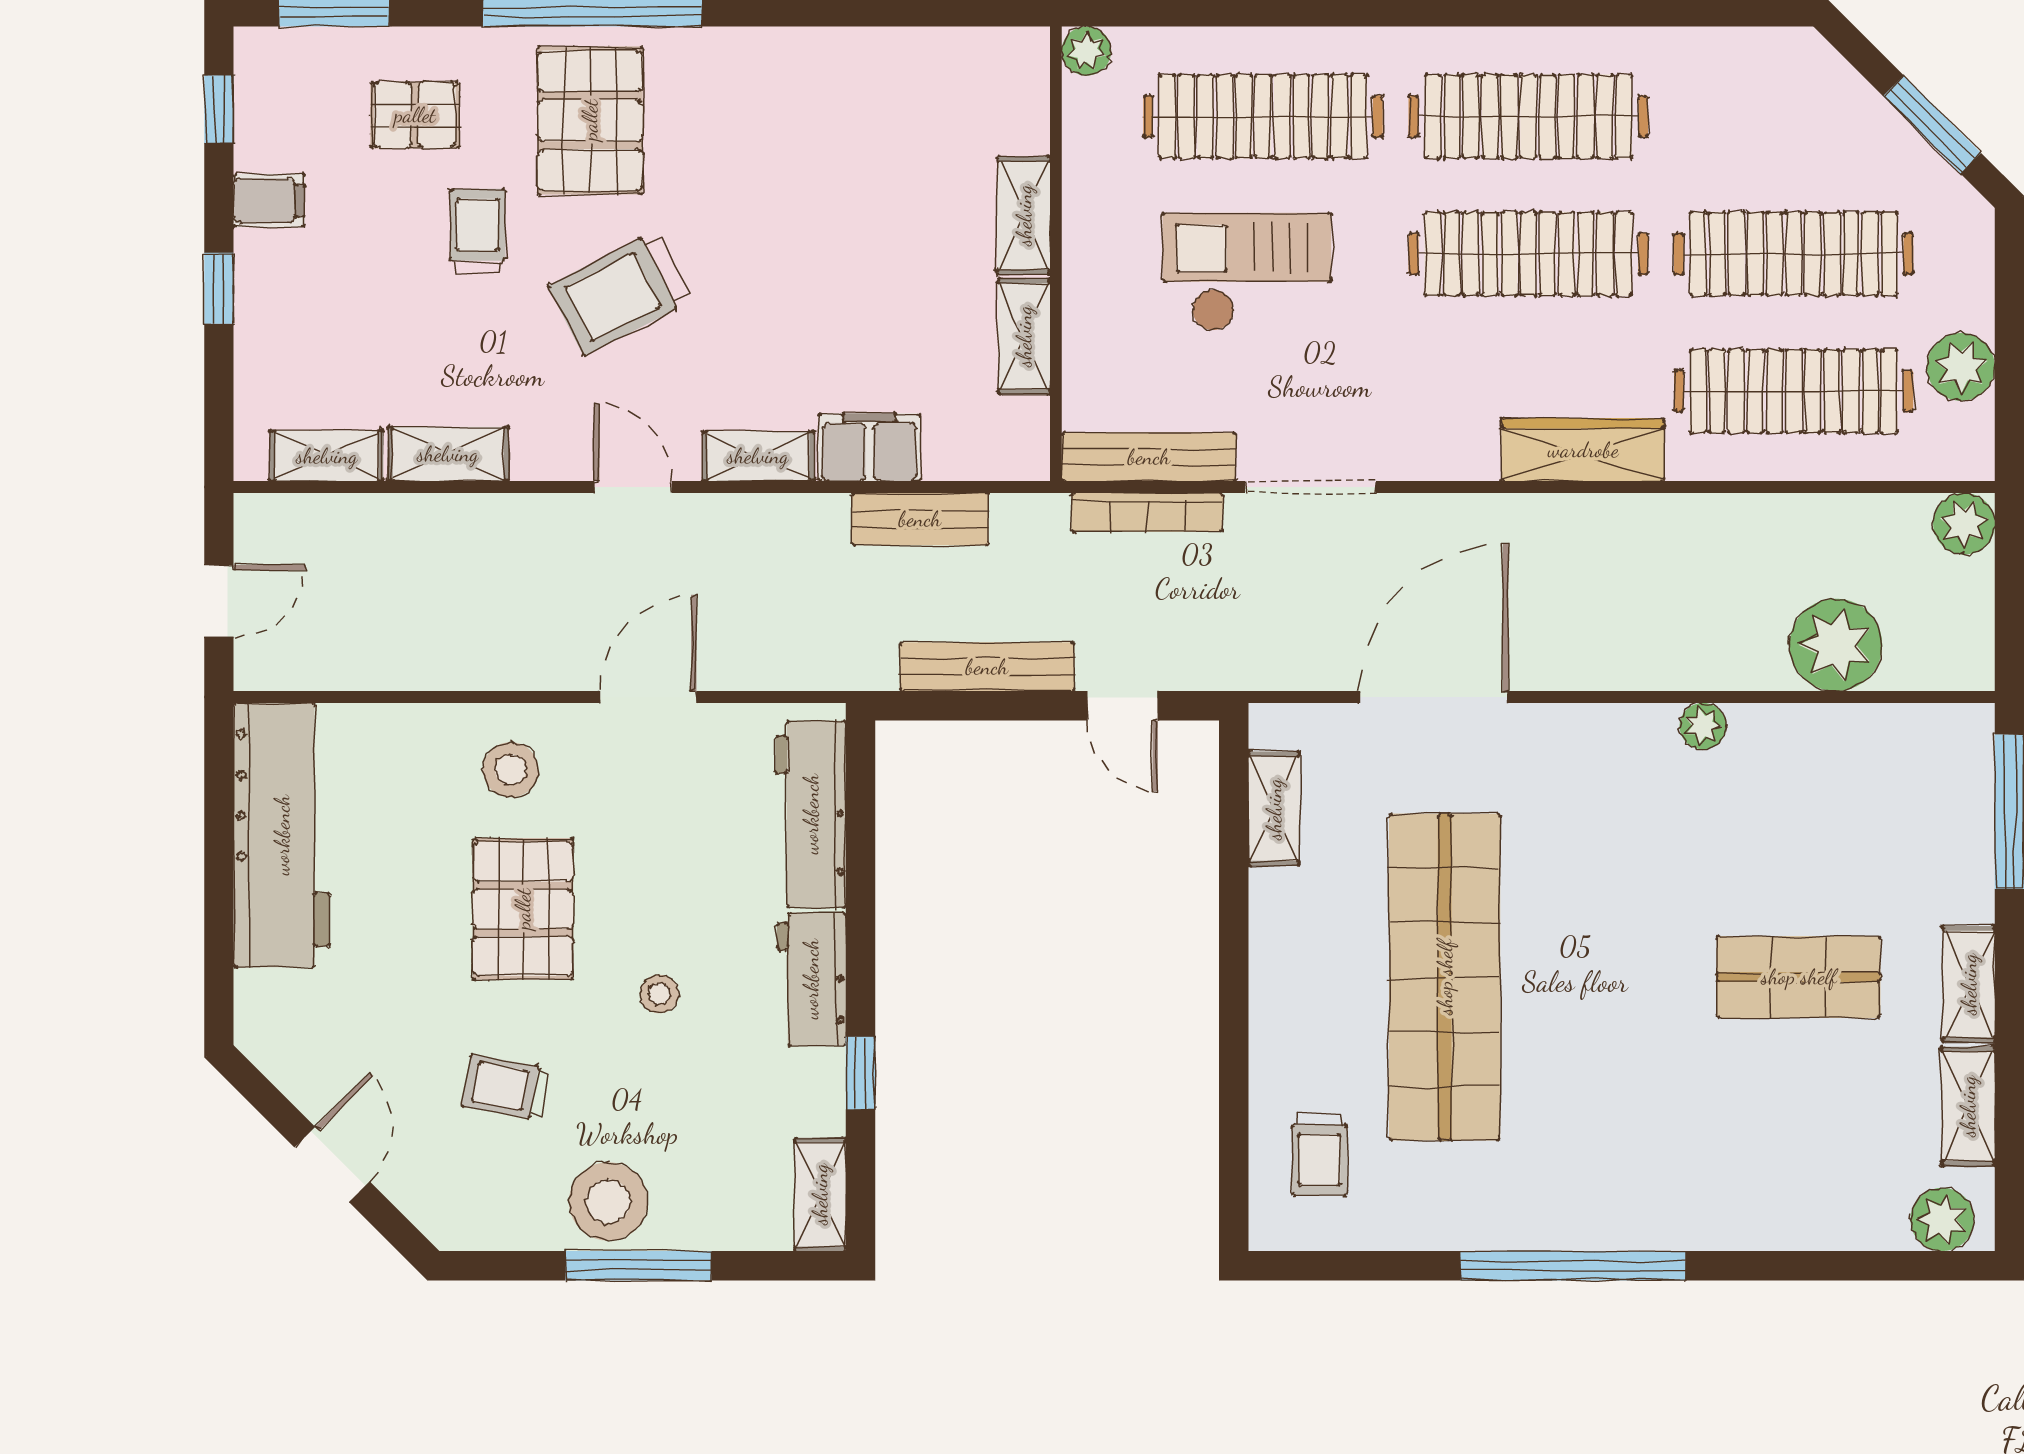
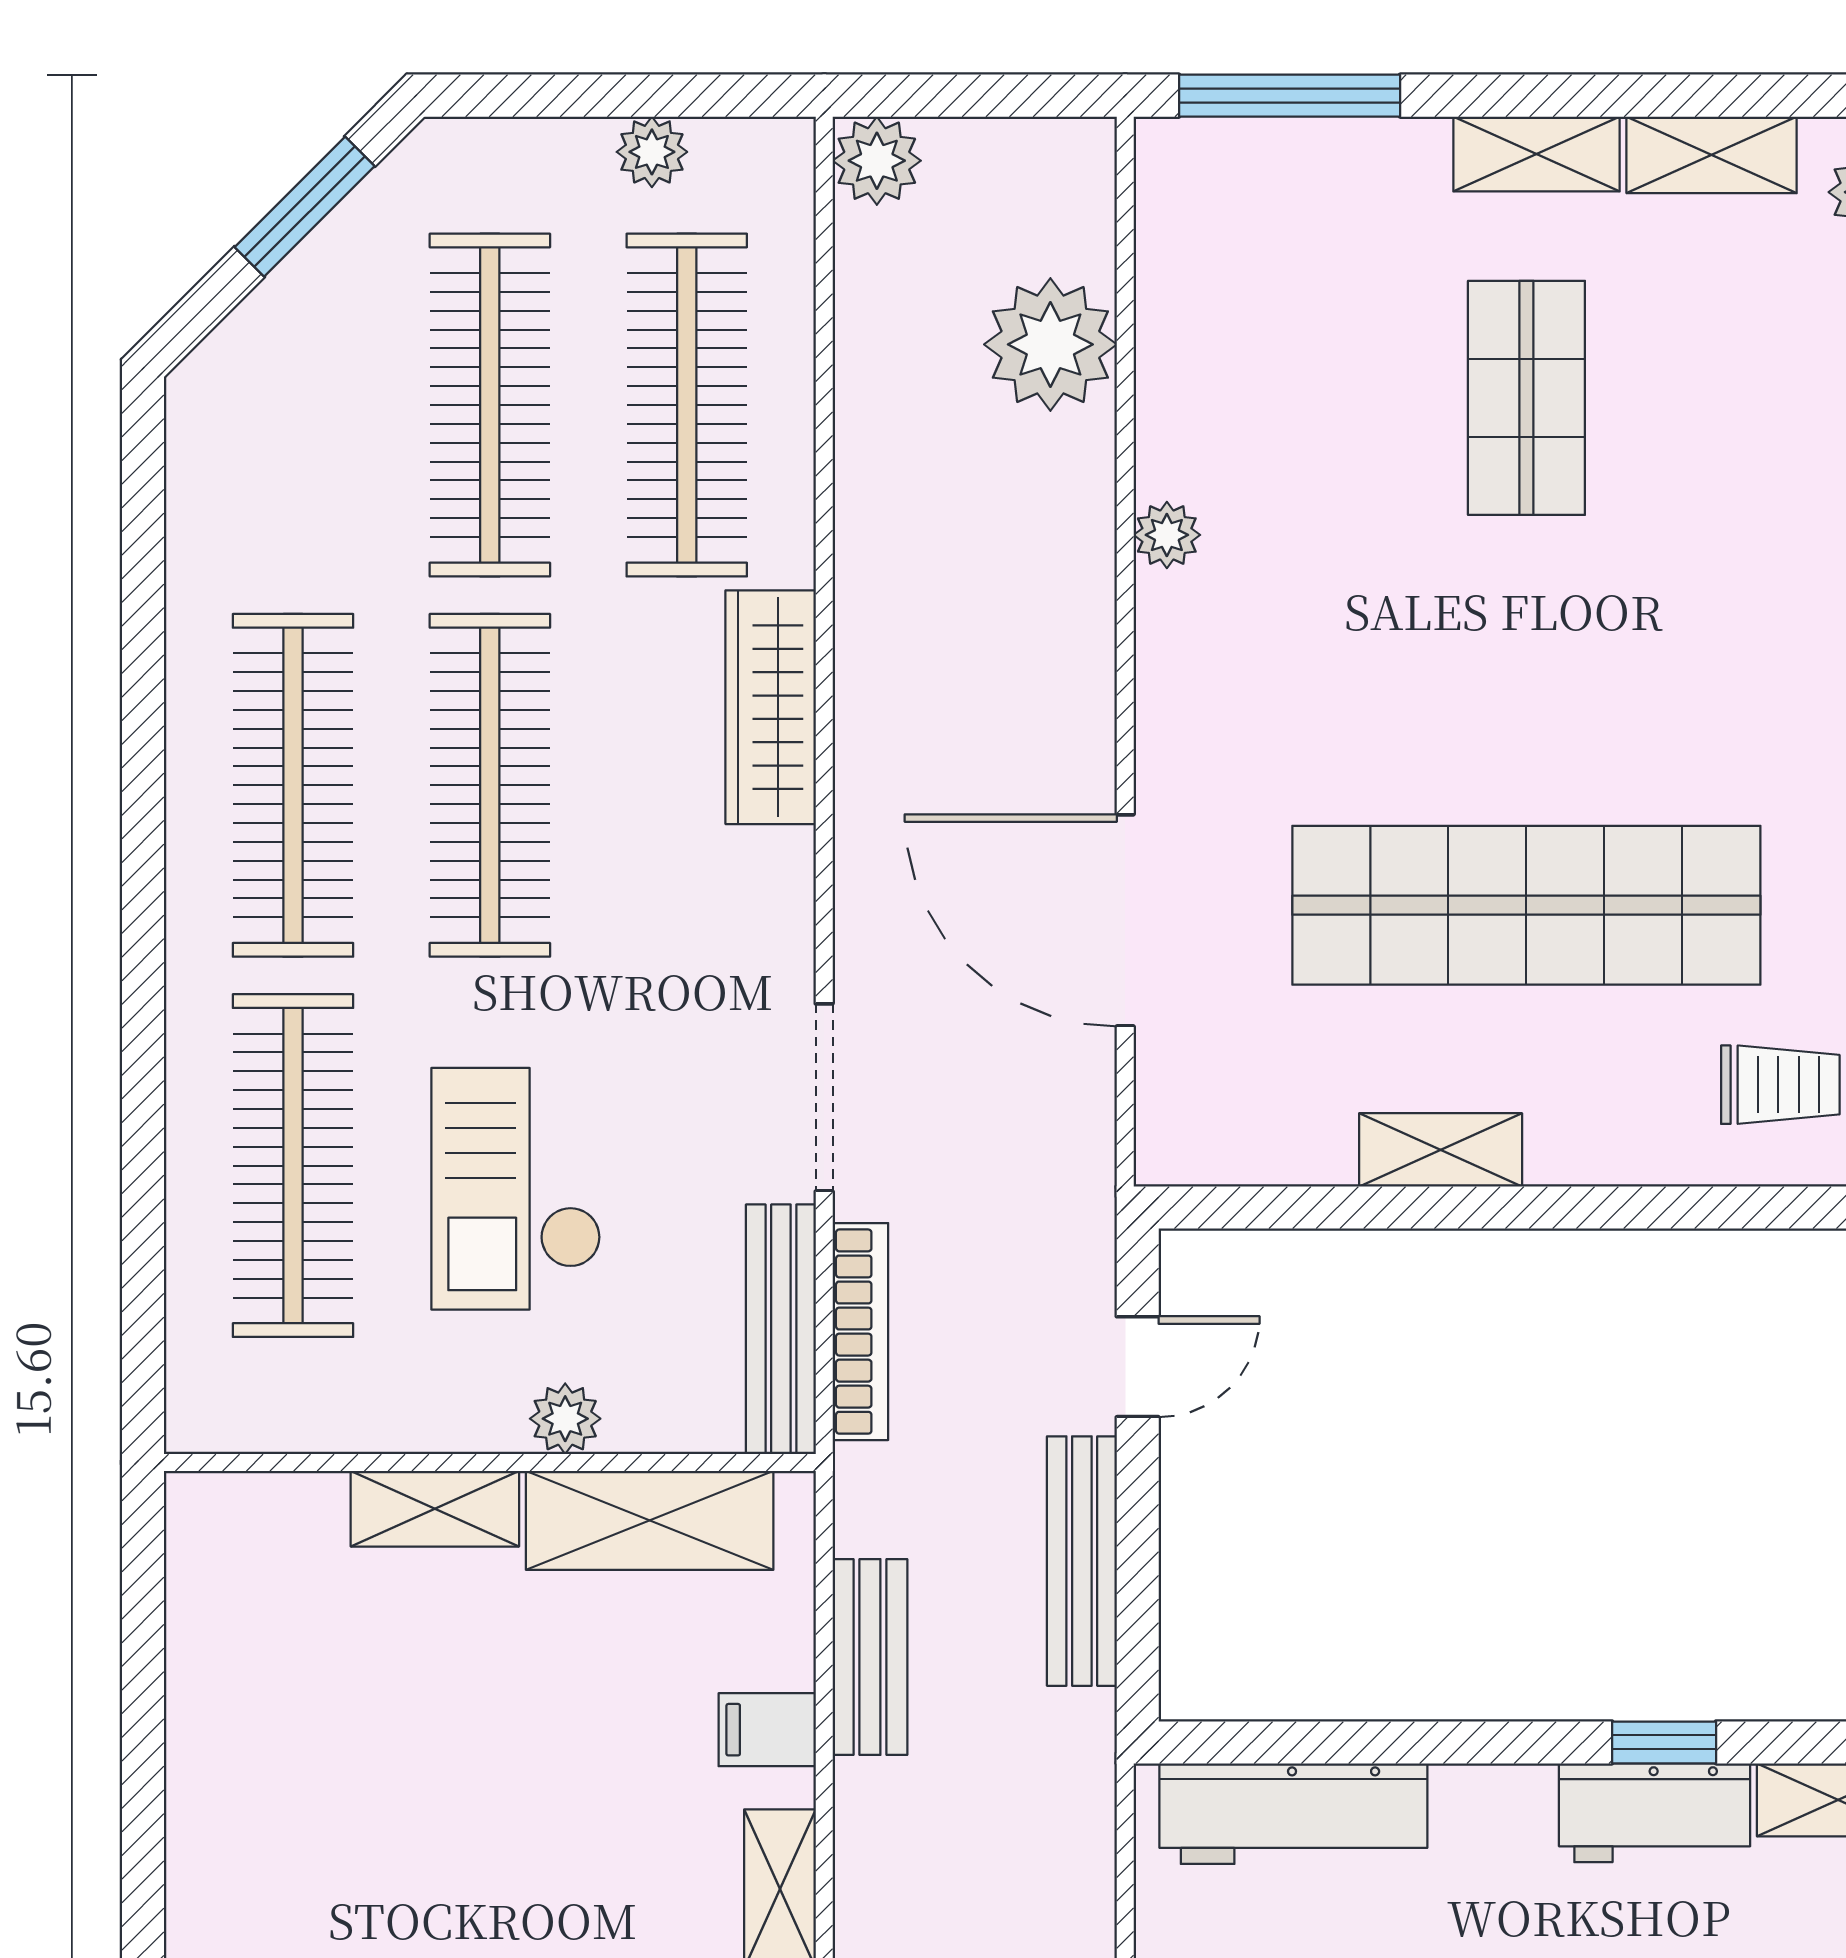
plant: (1086, 51) -> (565, 1419), moved
shelving: (1024, 336) -> (650, 1520), width x1.50, depth x1.33
plant: (1961, 367) -> (652, 152), width x0.73, depth x0.73
filing cabinet: (869, 447) -> (767, 1730), width x0.50
shelving: (1274, 809) -> (1441, 1150), moved
workbench: (811, 979) -> (1655, 1813), moved

